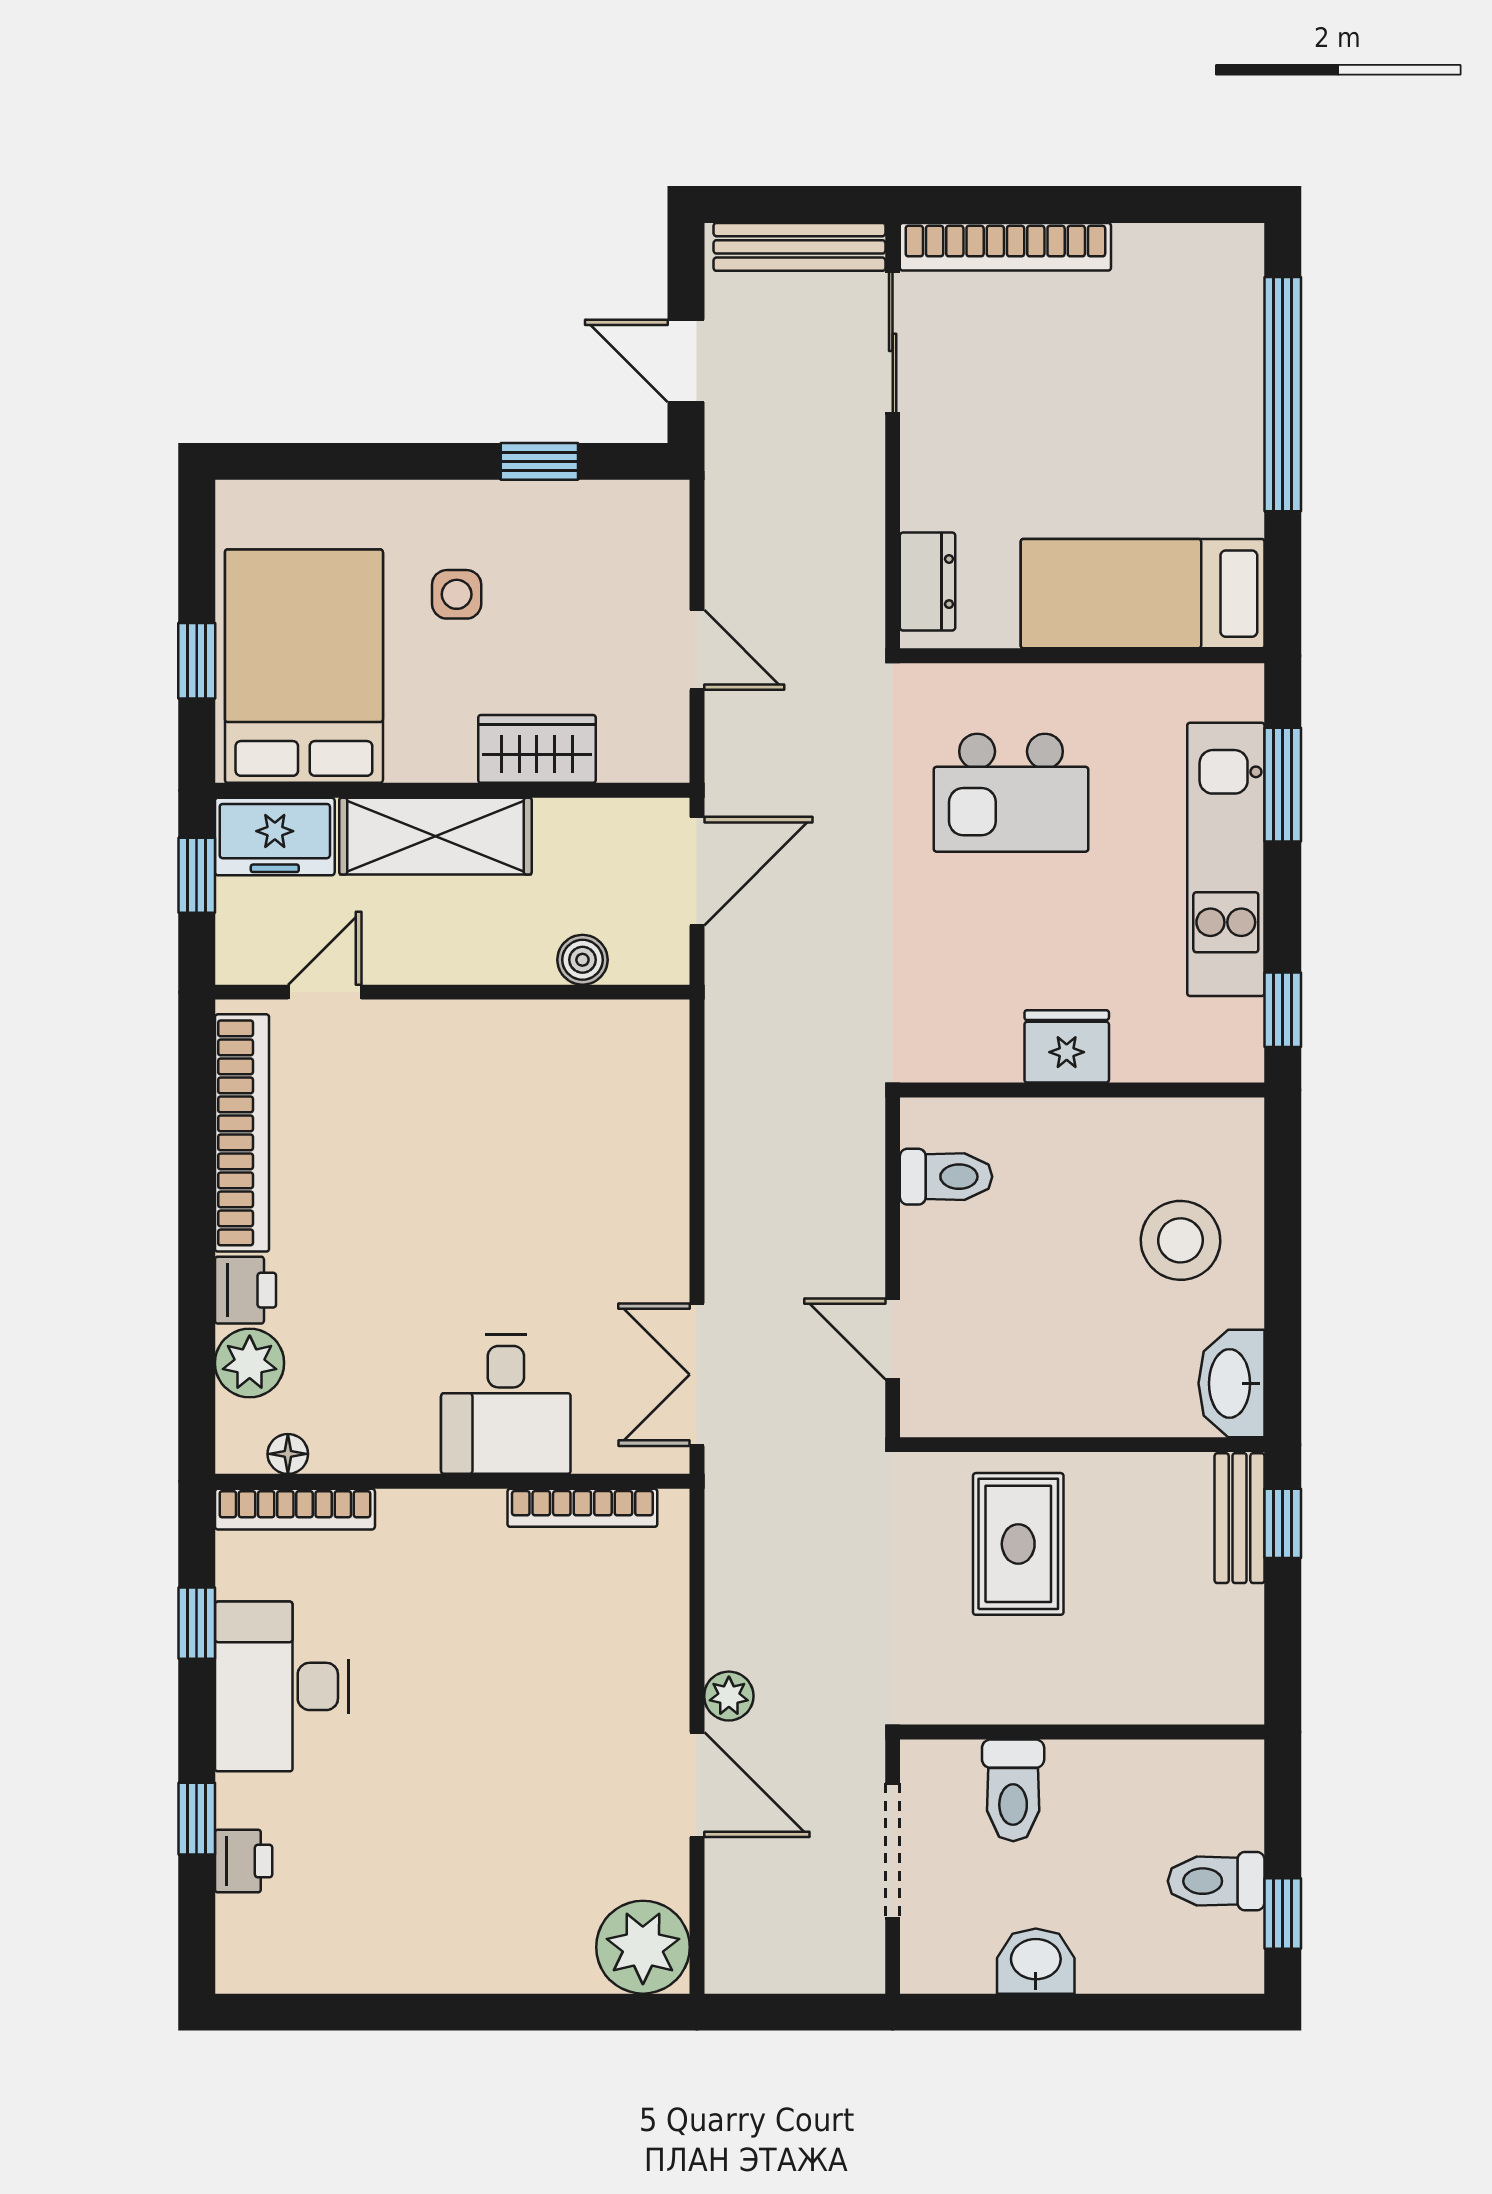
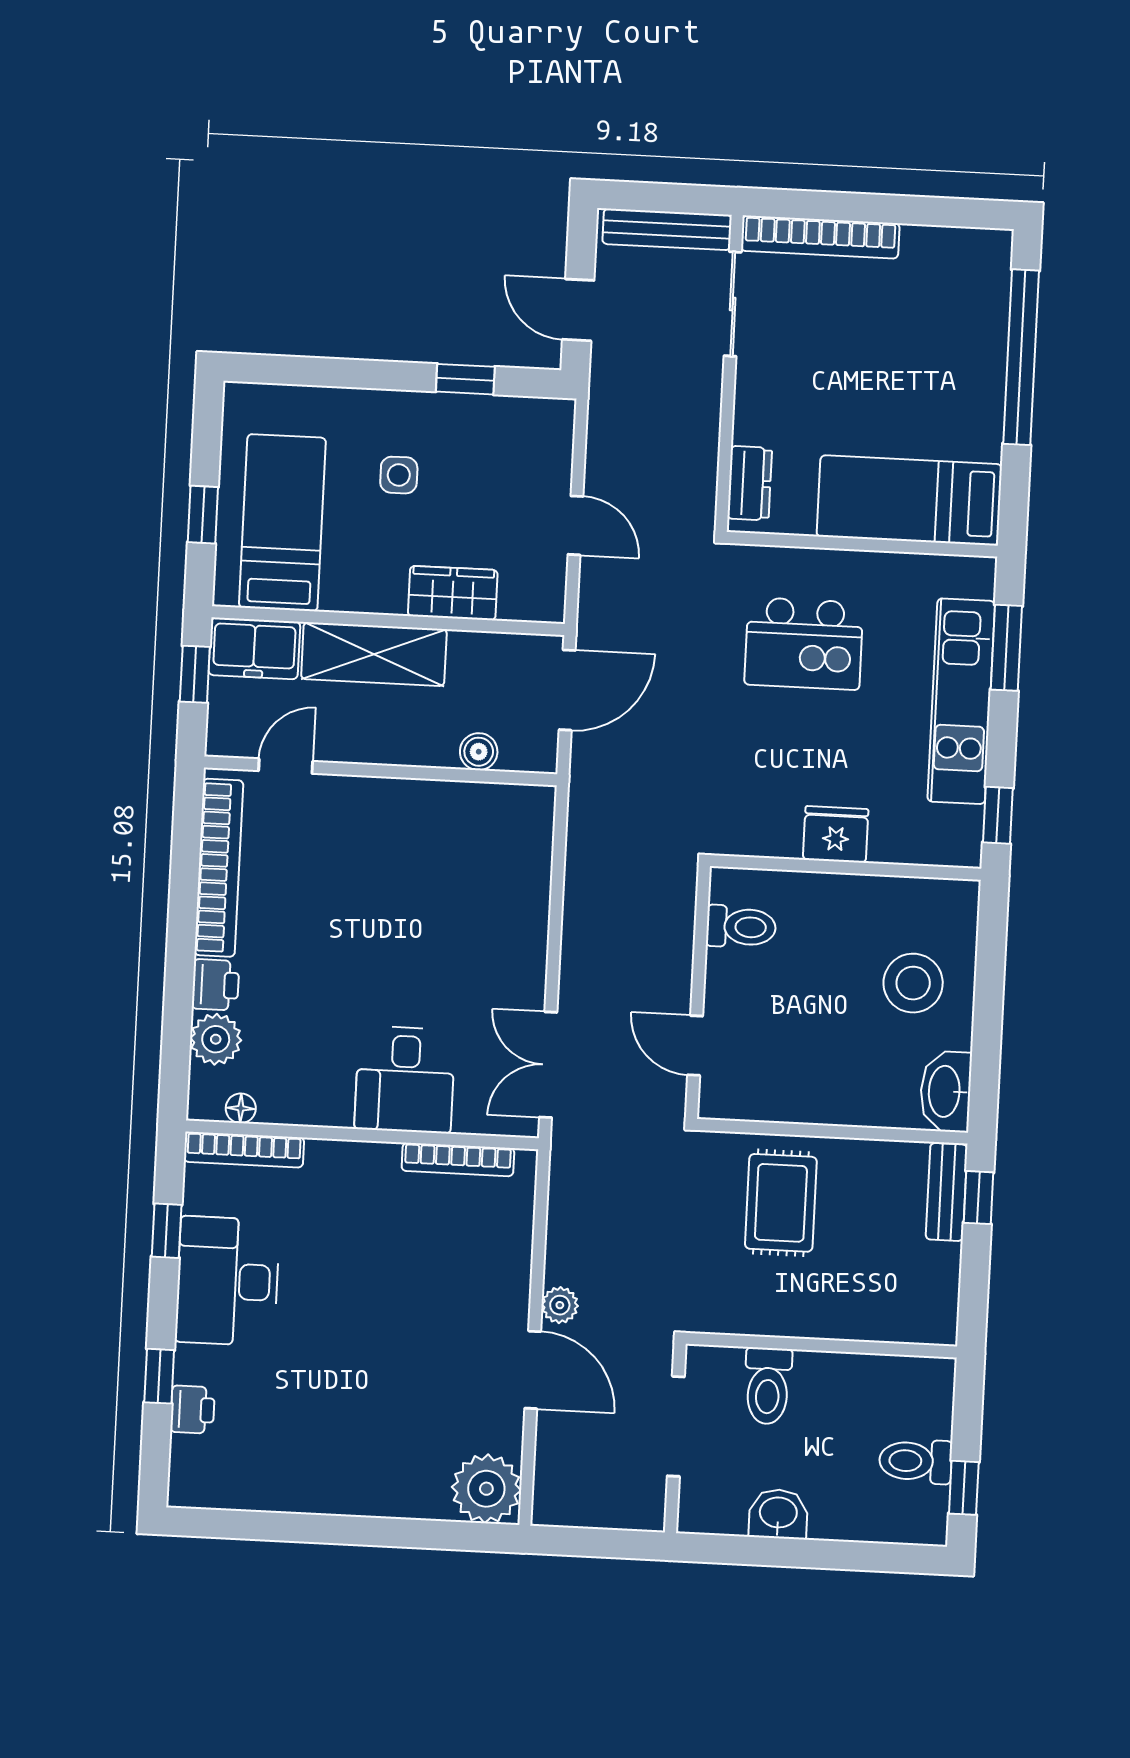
bed: (304, 666) -> (282, 523), width x0.67

